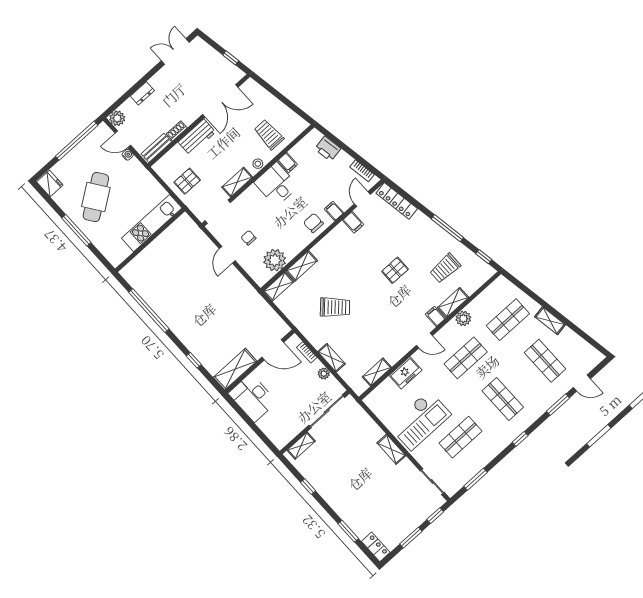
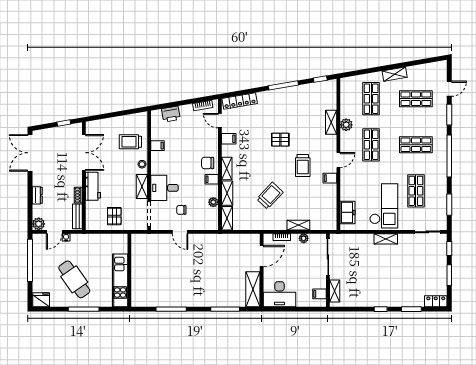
double door: (175, 52) -> (30, 153), width x1.37
desk: (276, 184) -> (164, 188), moved
filing cabinet: (334, 211) -> (212, 179), moved
kitchen unit: (152, 223) -> (120, 280), moved
plant: (275, 260) -> (213, 202), width x0.53, depth x0.53
trolley: (445, 268) -> (303, 166), moved
pallet: (395, 270) -> (280, 140), turned 90
window: (149, 311) -> (171, 309), width x0.68
filing cabinet: (435, 316) -> (330, 178), moved
window: (194, 360) -> (225, 309), width x2.17
shelving: (377, 372) -> (227, 168), moved
freezer: (406, 373) -> (348, 212), moved
filing cabinet: (286, 434) -> (319, 294), added
window: (520, 439) -> (449, 156), width x3.17
window: (308, 487) -> (381, 309), moved

